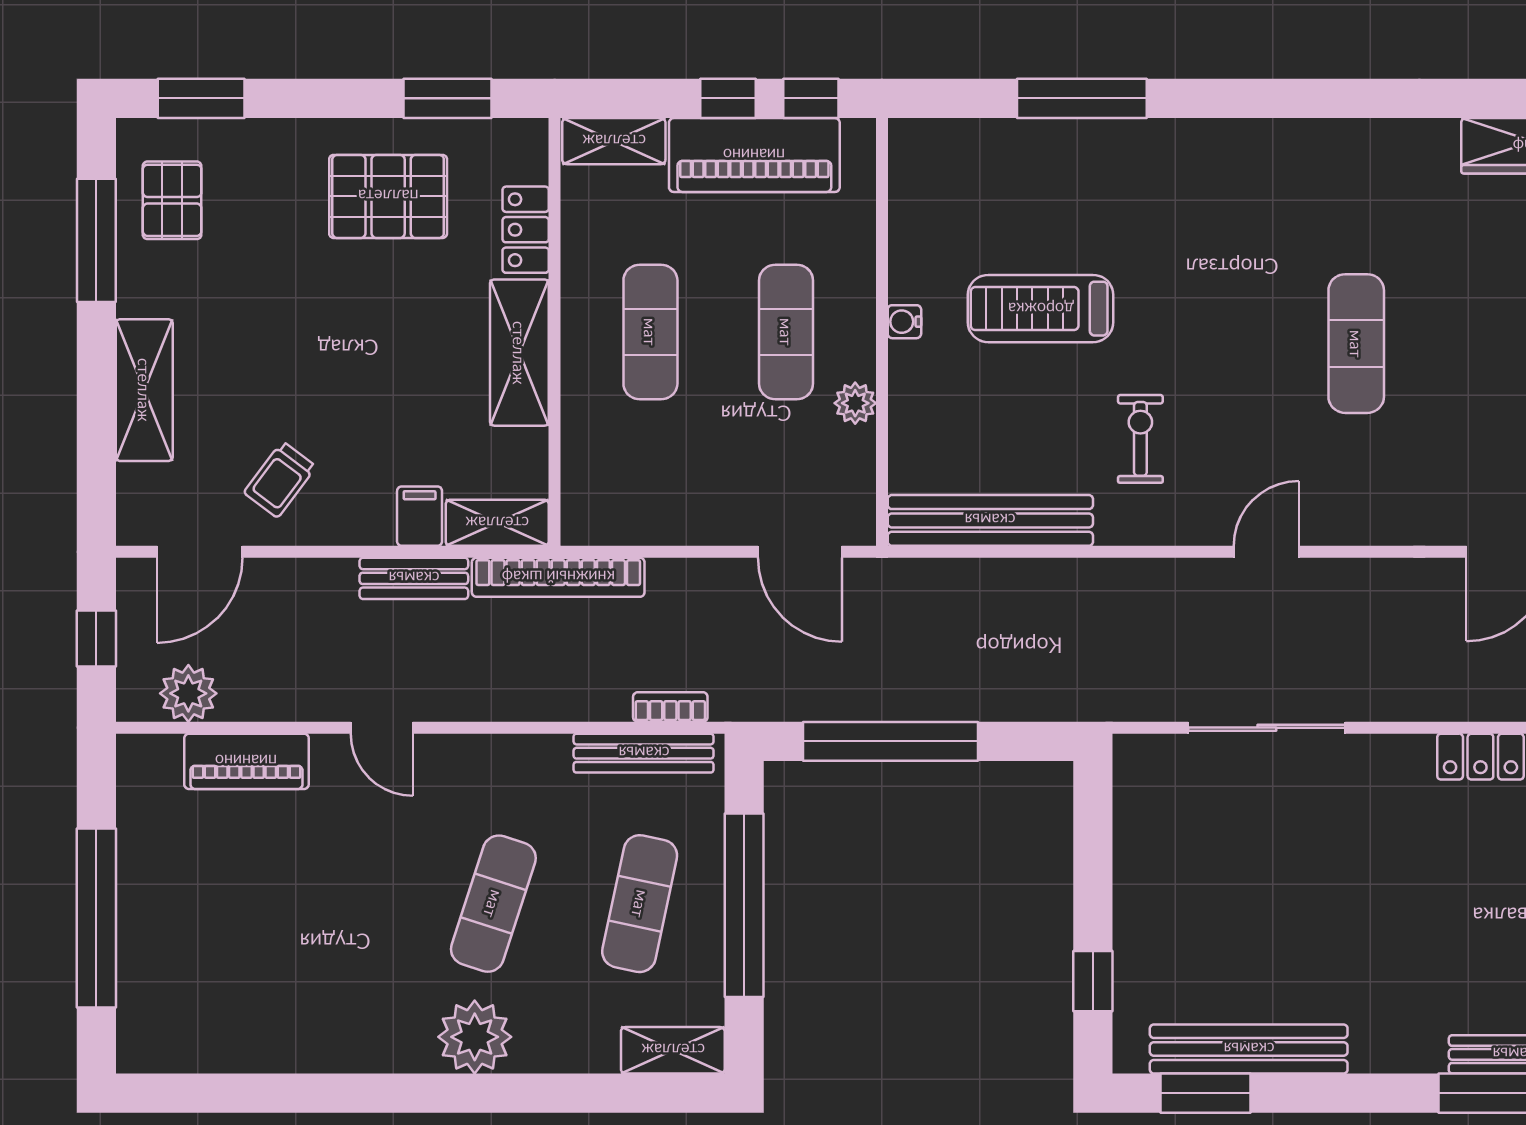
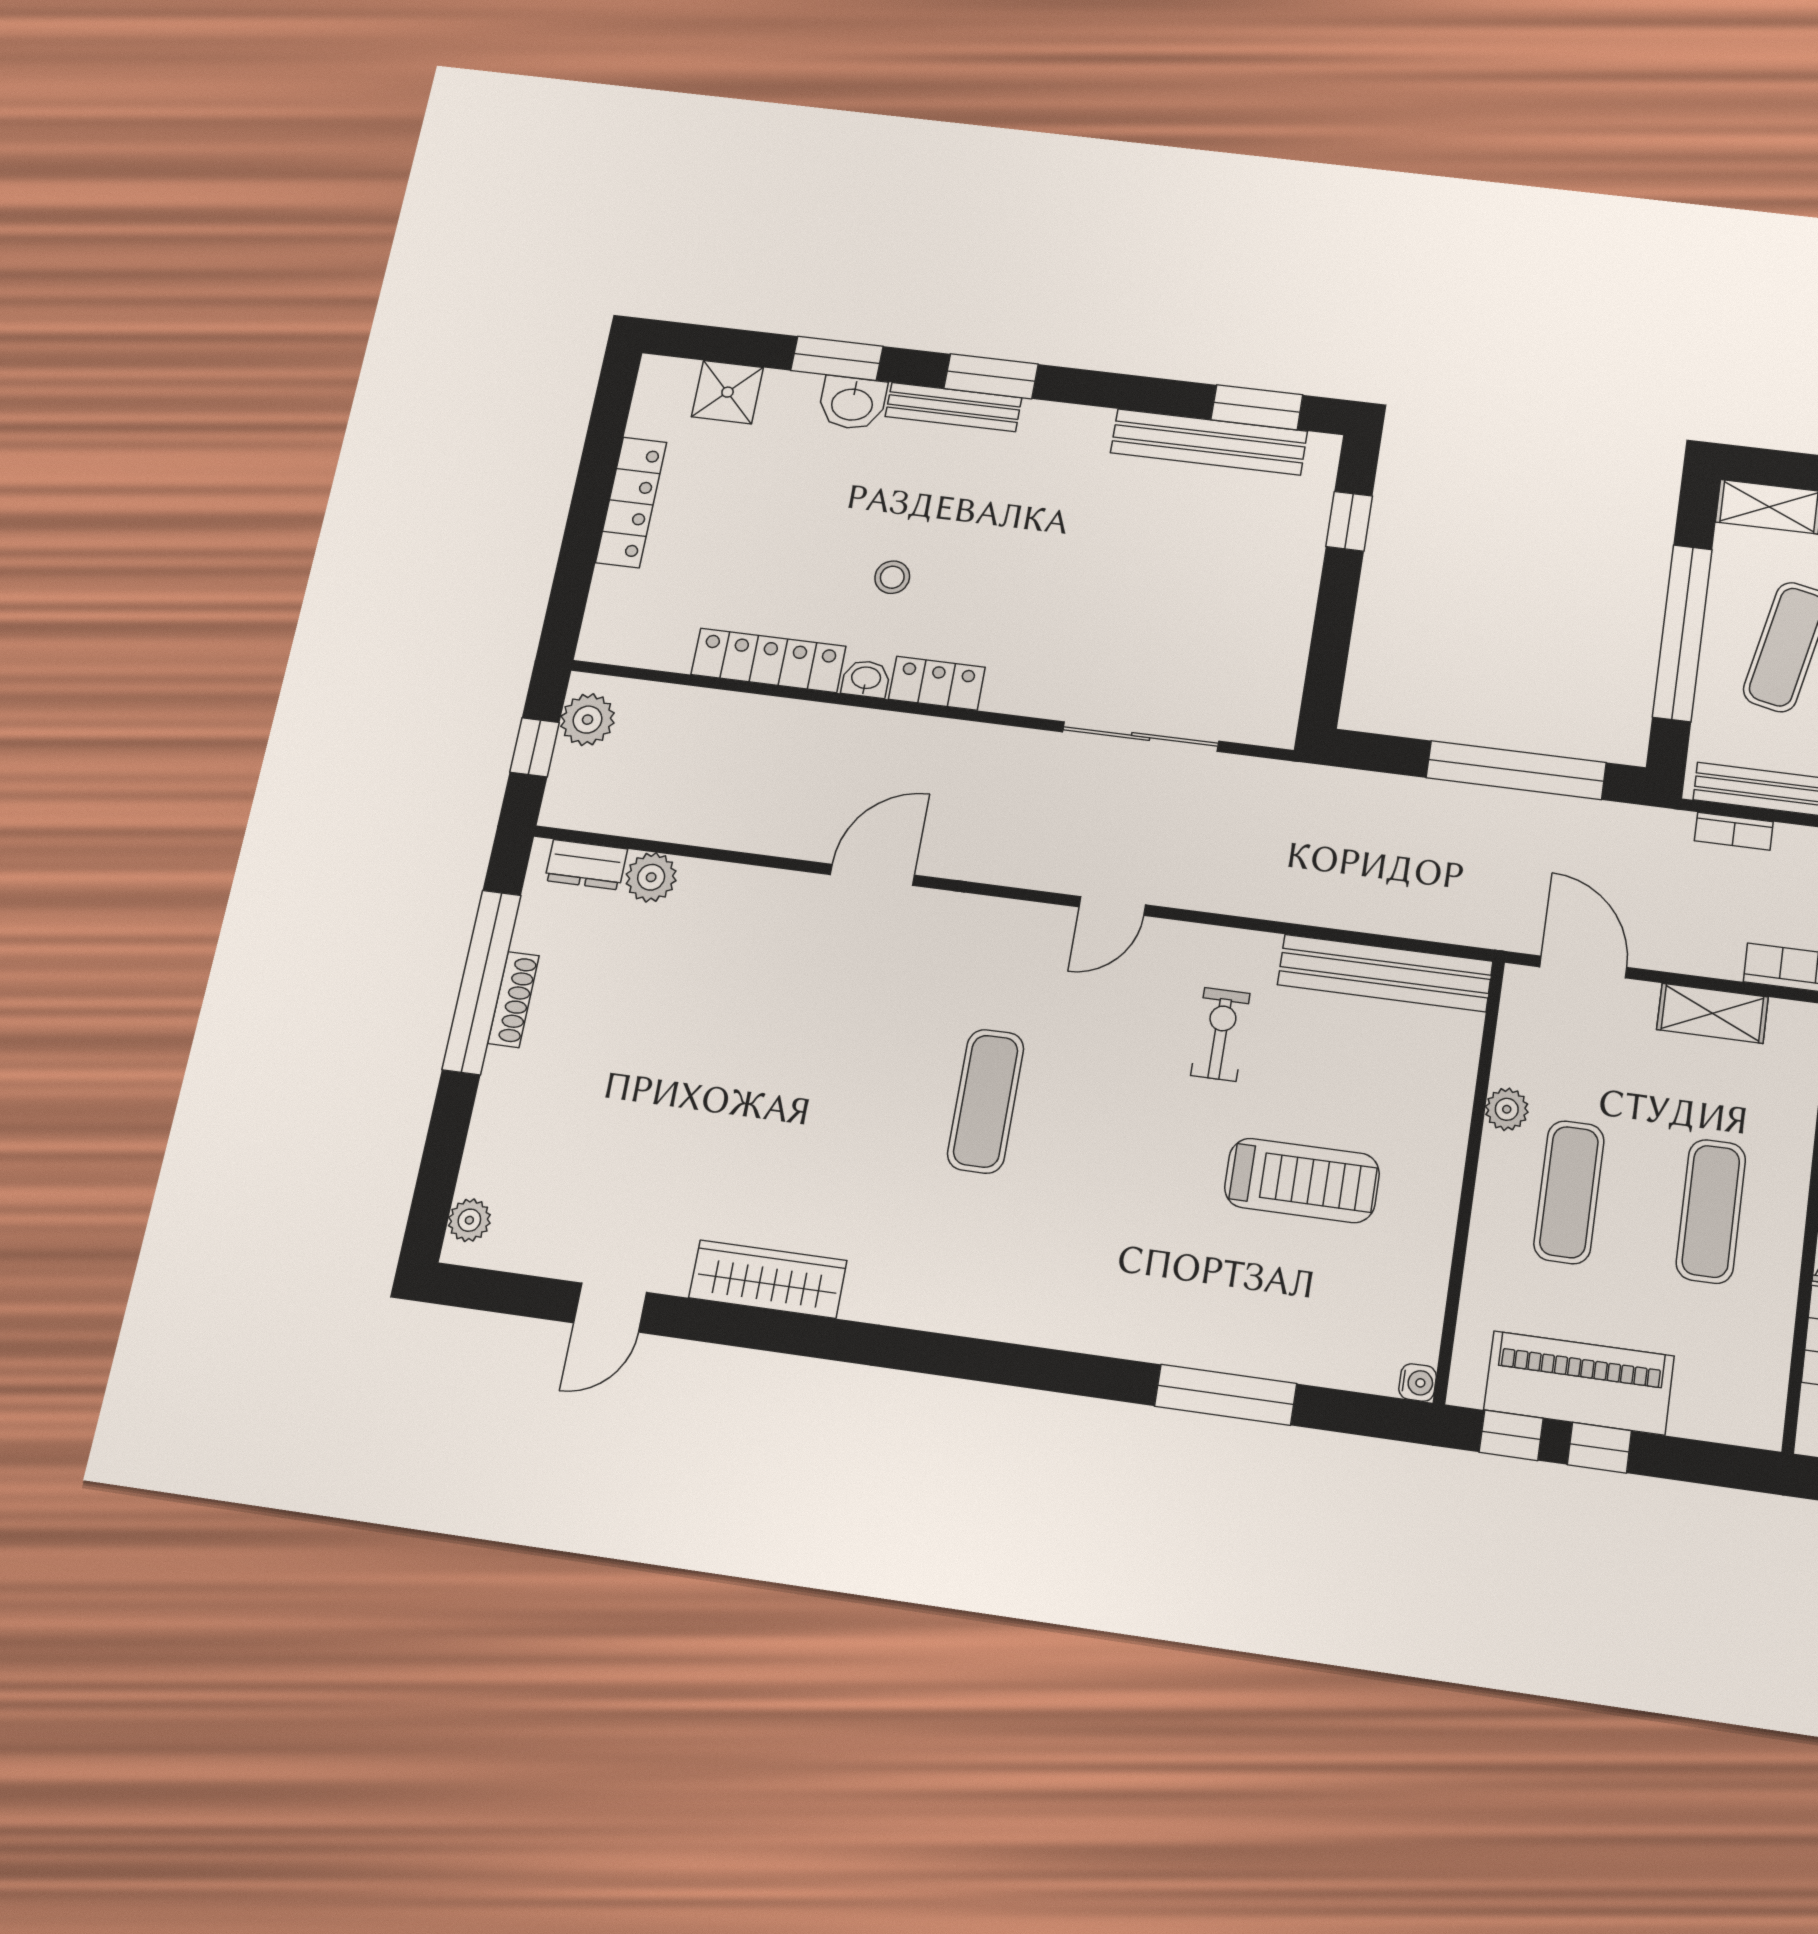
shelving: (614, 141) -> (1712, 1013), moved
water cooler: (904, 322) -> (1418, 1382), moved
exercise bike: (1140, 439) -> (1220, 1034), turned 180

